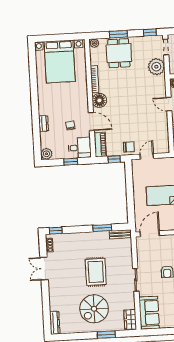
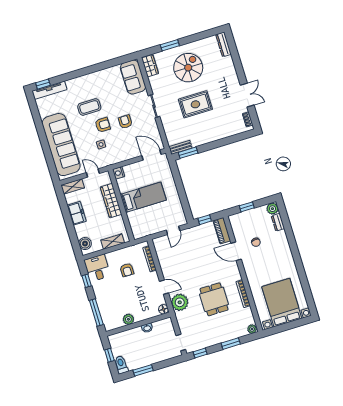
dining table: (119, 53) -> (214, 299), moved
plant: (156, 67) -> (180, 302), moved
floor lamp: (99, 100) -> (233, 274), removed
dresser: (44, 124) -> (278, 222), moved
chair: (129, 147) -> (193, 235), removed
desk: (80, 148) -> (241, 223), removed
window: (102, 228) -> (188, 153), moved
window: (56, 231) -> (245, 135), removed
door: (150, 234) -> (152, 155), swing flipped
rug: (96, 272) -> (195, 104), turned 90

